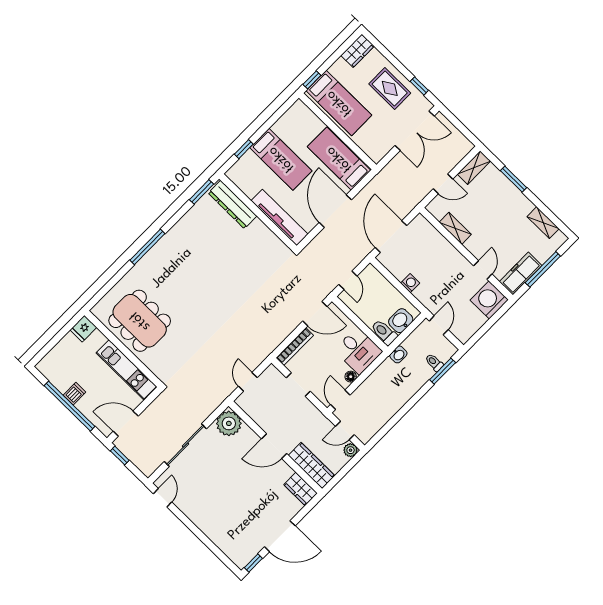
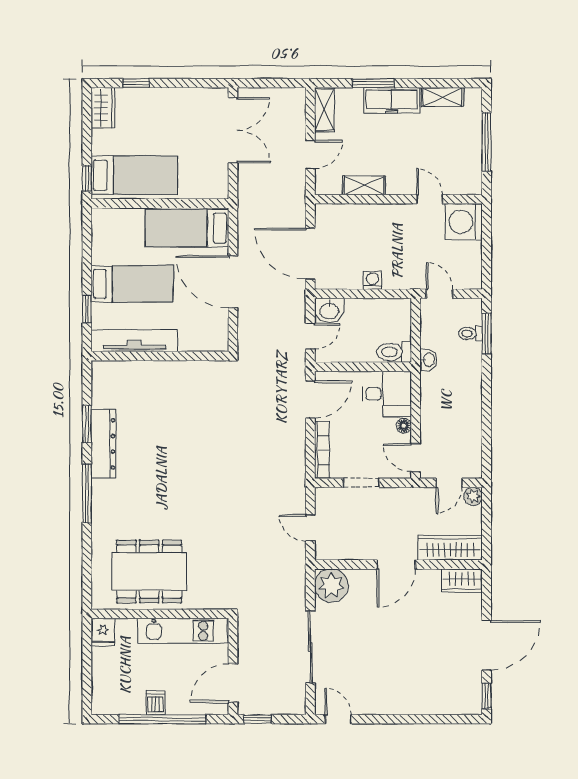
window: (419, 86) -> (136, 83), moved
rug: (390, 88) -> (169, 113), removed
window: (202, 192) -> (87, 424), moved
dresser: (233, 204) -> (103, 444), moved, turned -90
tv unit: (279, 217) -> (134, 341), moved
freezer: (521, 274) -> (392, 100), moved, turned -90
door: (348, 280) -> (310, 336), hinge flipped
washbasin: (401, 321) -> (329, 310), moved, turned -90

